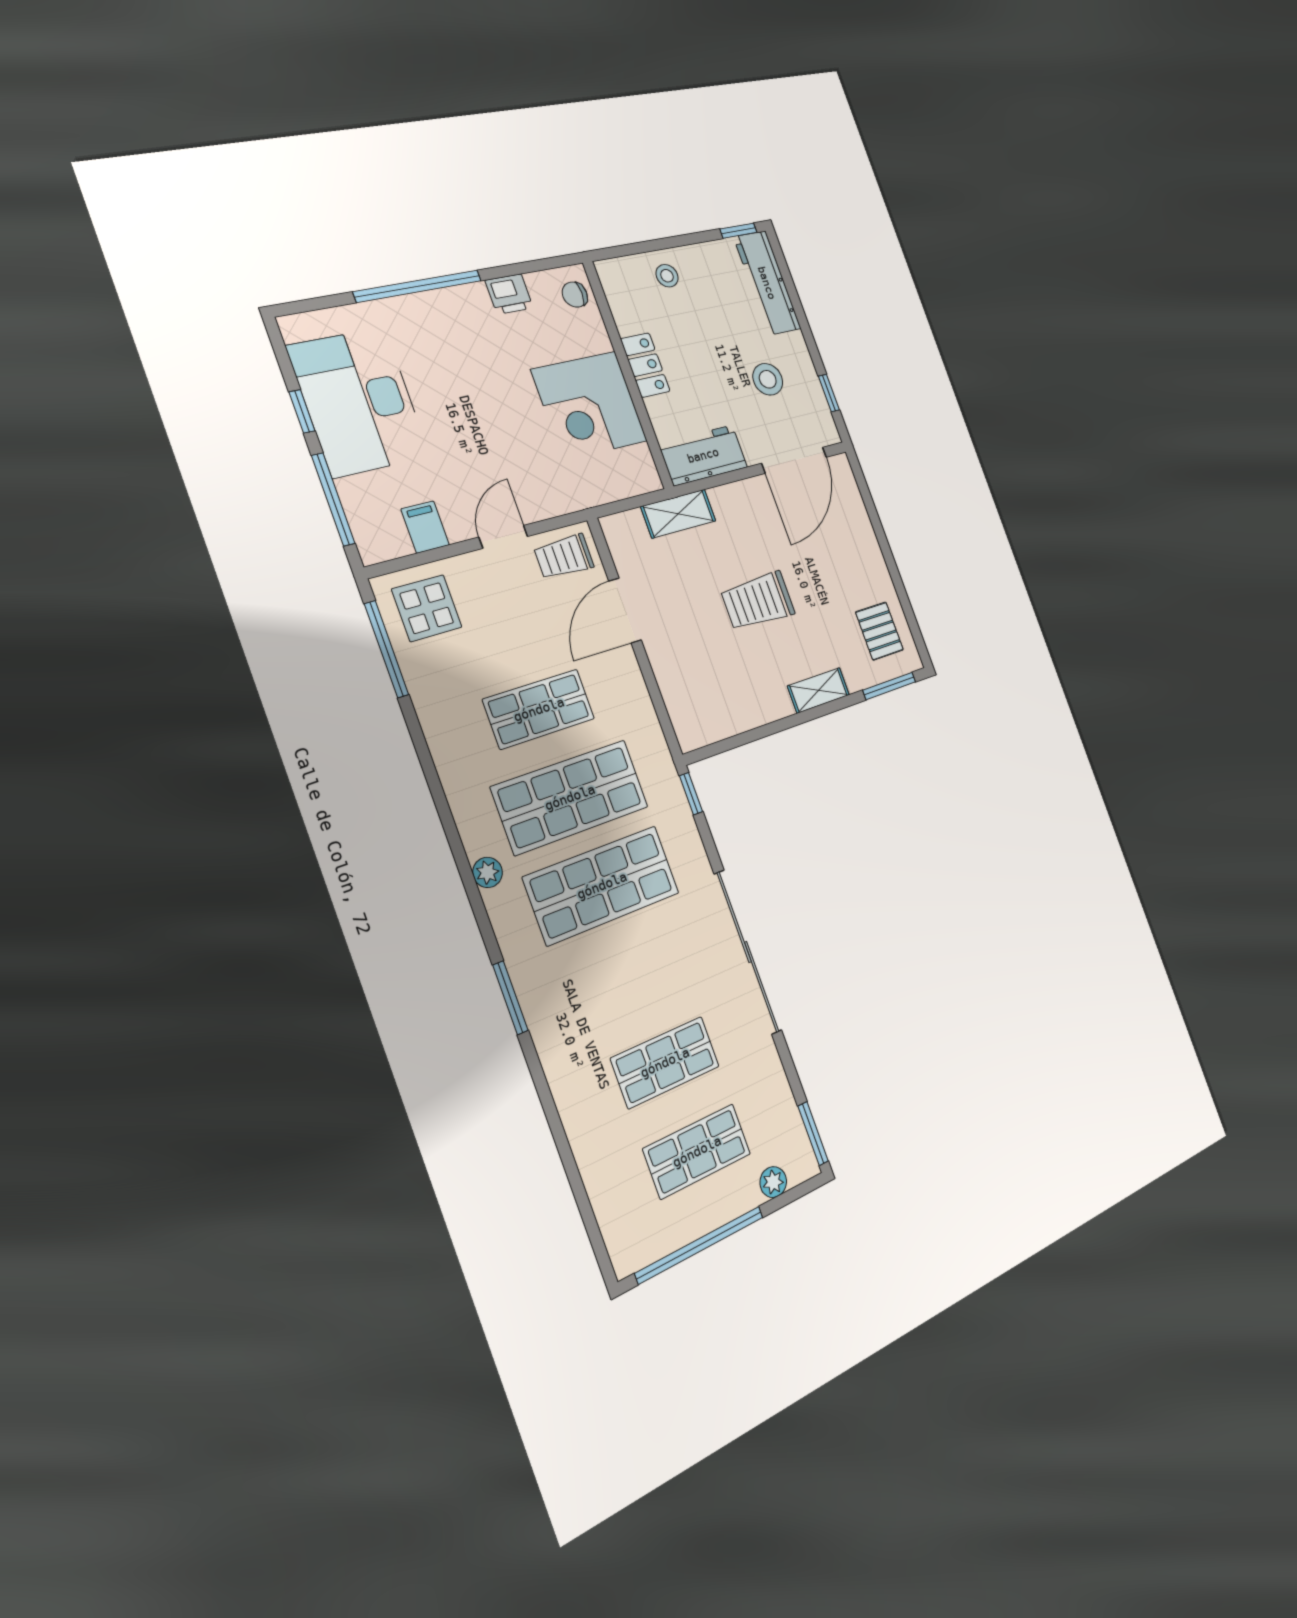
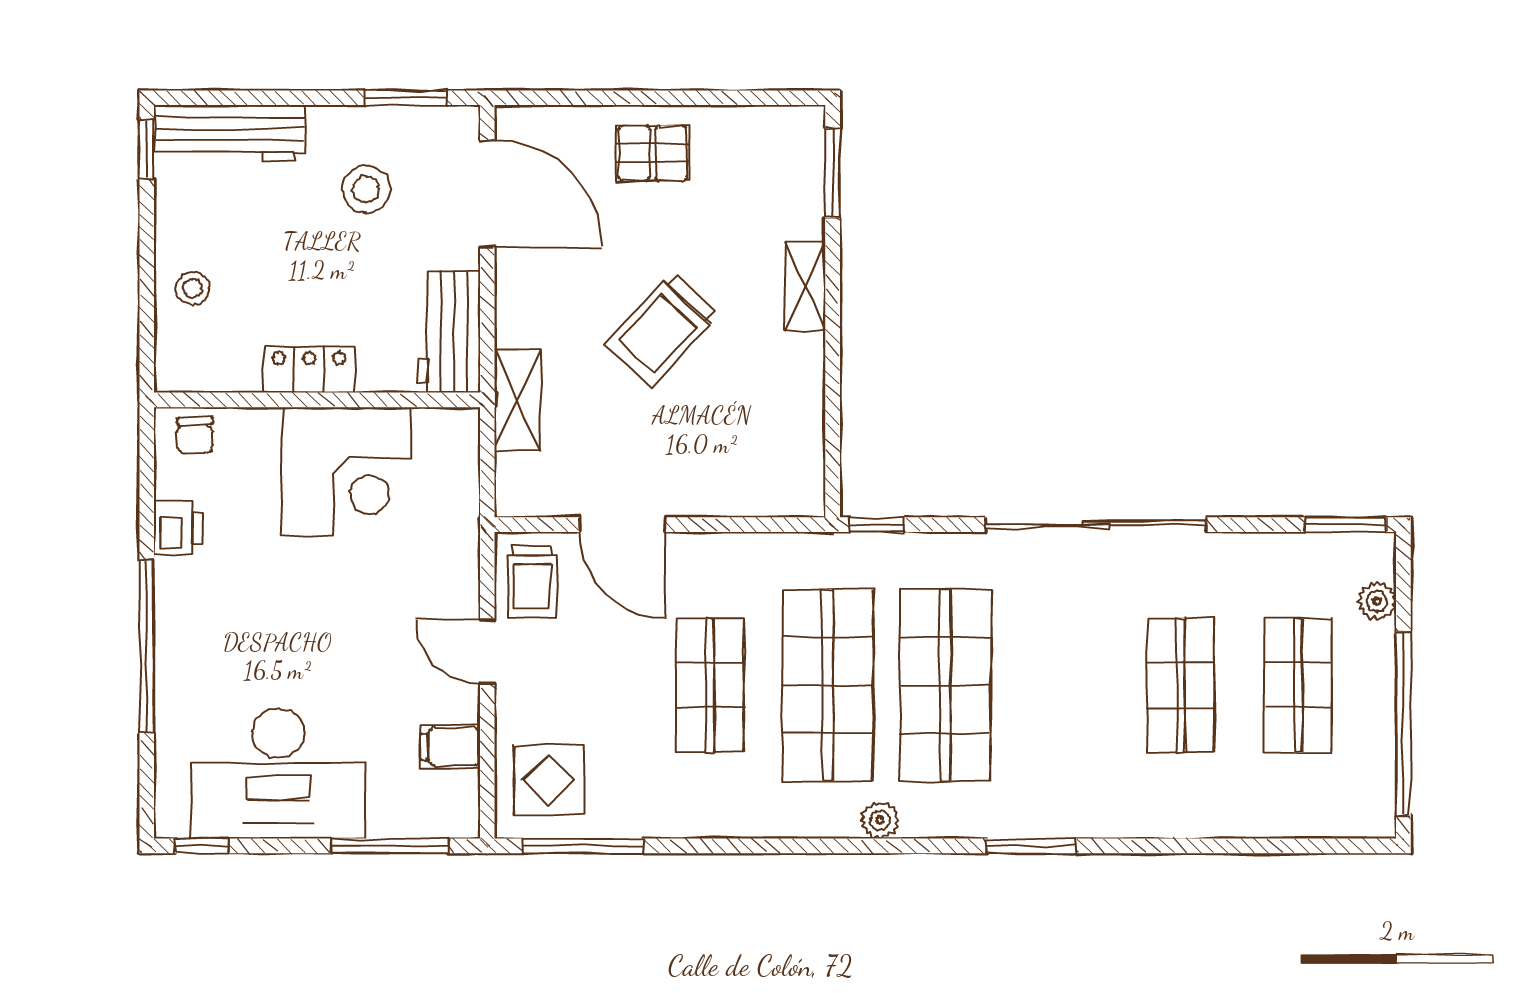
window: (829, 393) -> (406, 98), width x1.50
window: (302, 411) -> (202, 846), moved
trolley: (758, 601) -> (662, 329), turned 43
pallet: (879, 631) -> (653, 153), moved

